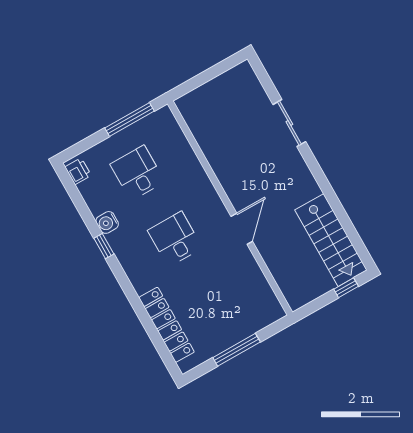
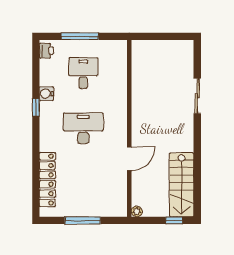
window: (129, 119) -> (80, 36), moved
door: (242, 229) -> (129, 159), moved
desk: (175, 239) -> (83, 128), width x1.37
plant: (295, 302) -> (137, 211), added

